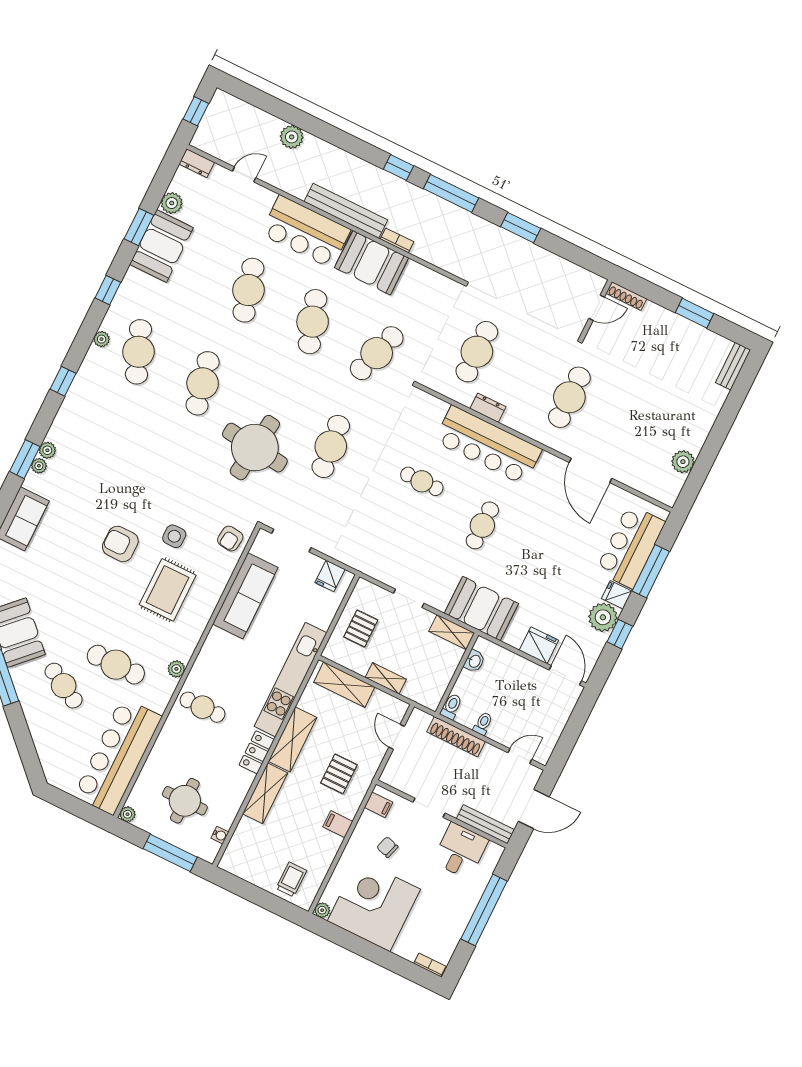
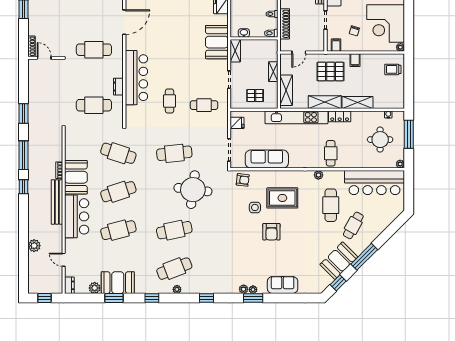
cafe table: (482, 525) -> (204, 105), moved
pallet: (339, 774) -> (331, 72), width x1.50, depth x1.42

